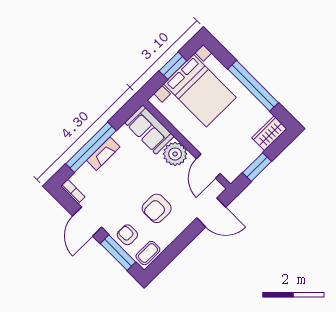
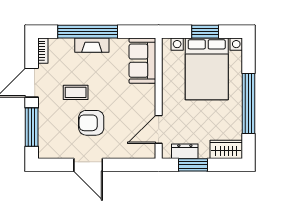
plant: (175, 154) -> (143, 97), removed
dresser: (242, 163) -> (185, 151), added
door: (211, 213) -> (88, 165), moved
armchair: (127, 235) -> (51, 121), removed
coffee table: (148, 253) -> (76, 92), moved

